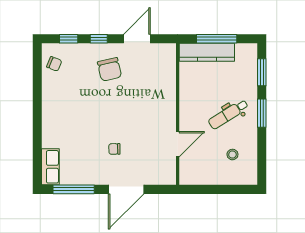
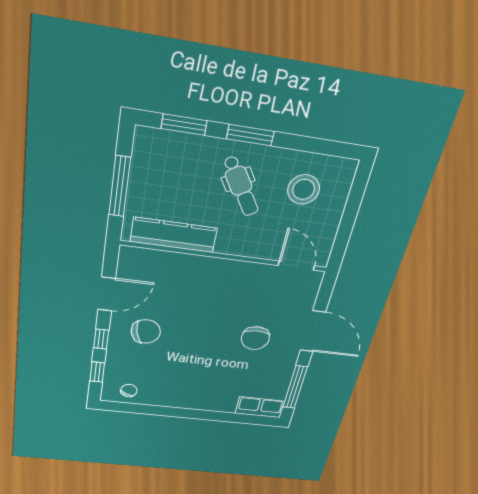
door: (137, 39) -> (107, 294), swing flipped
kitchen counter: (207, 52) -> (174, 235), moved, turned -90
door: (178, 144) -> (296, 266), moved
chair: (114, 149) -> (255, 338), width x1.87, depth x1.87
stool: (232, 155) -> (304, 189), width x1.89, depth x1.89

